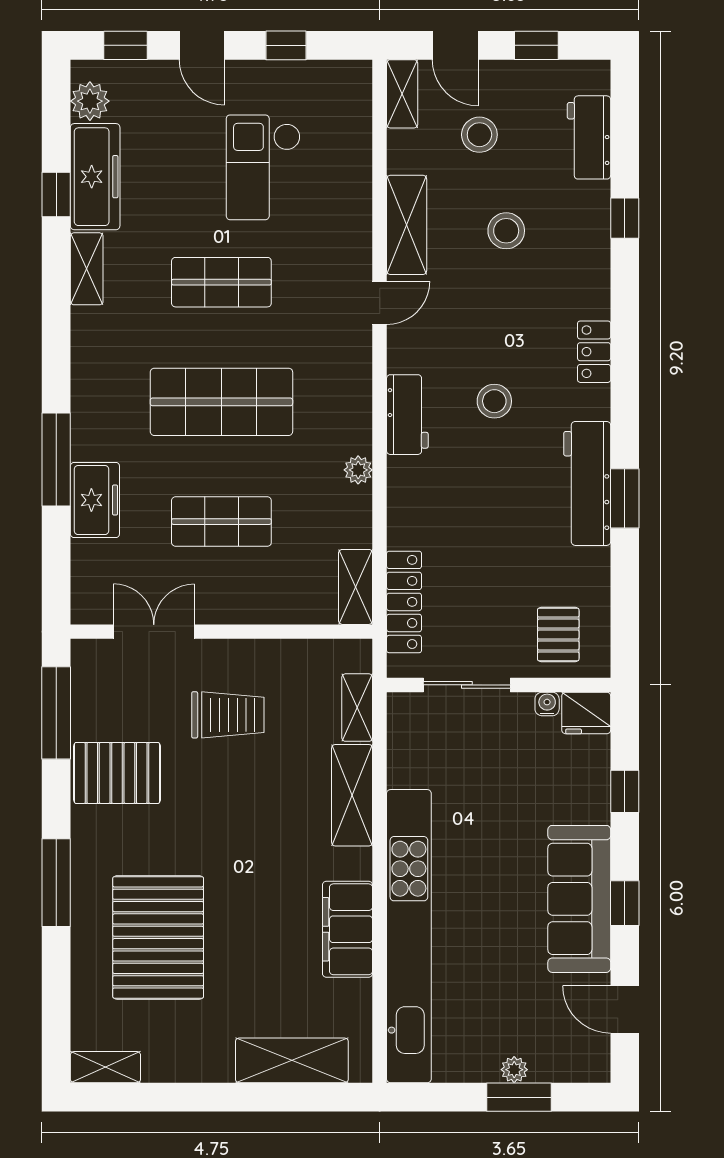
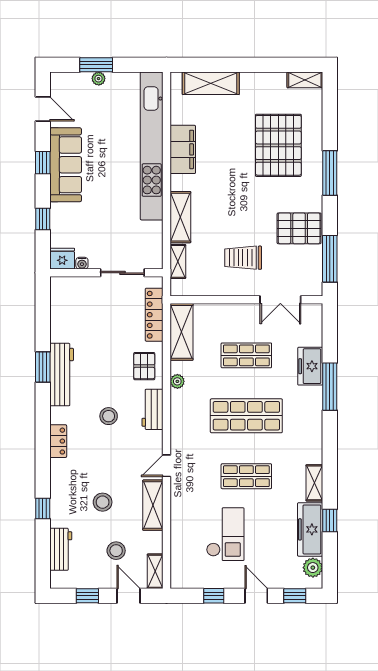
shelving: (356, 587) -> (182, 332), width x1.50, depth x1.33
pallet: (558, 635) -> (144, 366), moved

